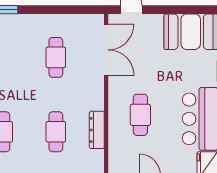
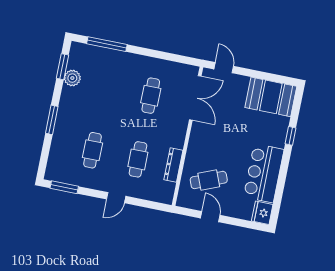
cafe table: (140, 115) -> (209, 180), moved, turned 68

